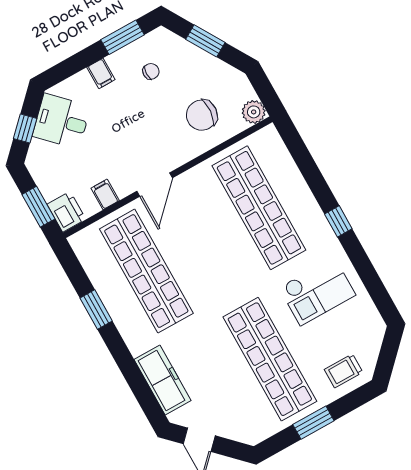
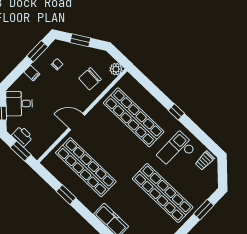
door: (155, 185) -> (77, 122), swing flipped
filing cabinet: (105, 194) -> (53, 134), removed
printer: (66, 212) -> (22, 136), moved
checkout: (317, 291) -> (176, 151), turned 180
trolley: (343, 371) -> (205, 161), moved
window: (313, 423) -> (204, 210), moved

